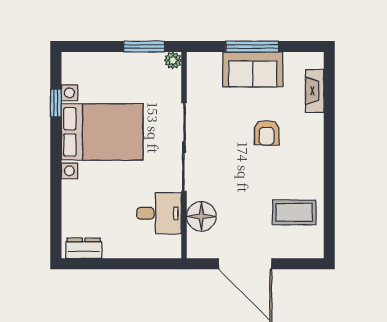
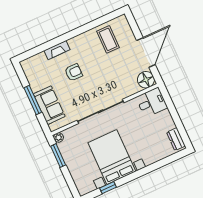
sofa: (253, 69) -> (49, 105), moved
fireplace: (315, 91) -> (57, 50), moved
desk: (159, 213) -> (152, 102), moved, turned 90
floor lamp: (201, 216) -> (146, 80), moved

